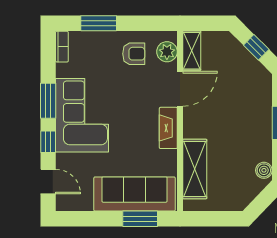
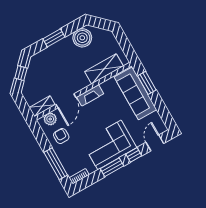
window: (99, 23) -> (56, 164), width x1.44
door: (180, 89) -> (66, 101), swing flipped
boiler: (264, 170) -> (82, 38), width x1.86, depth x1.86

